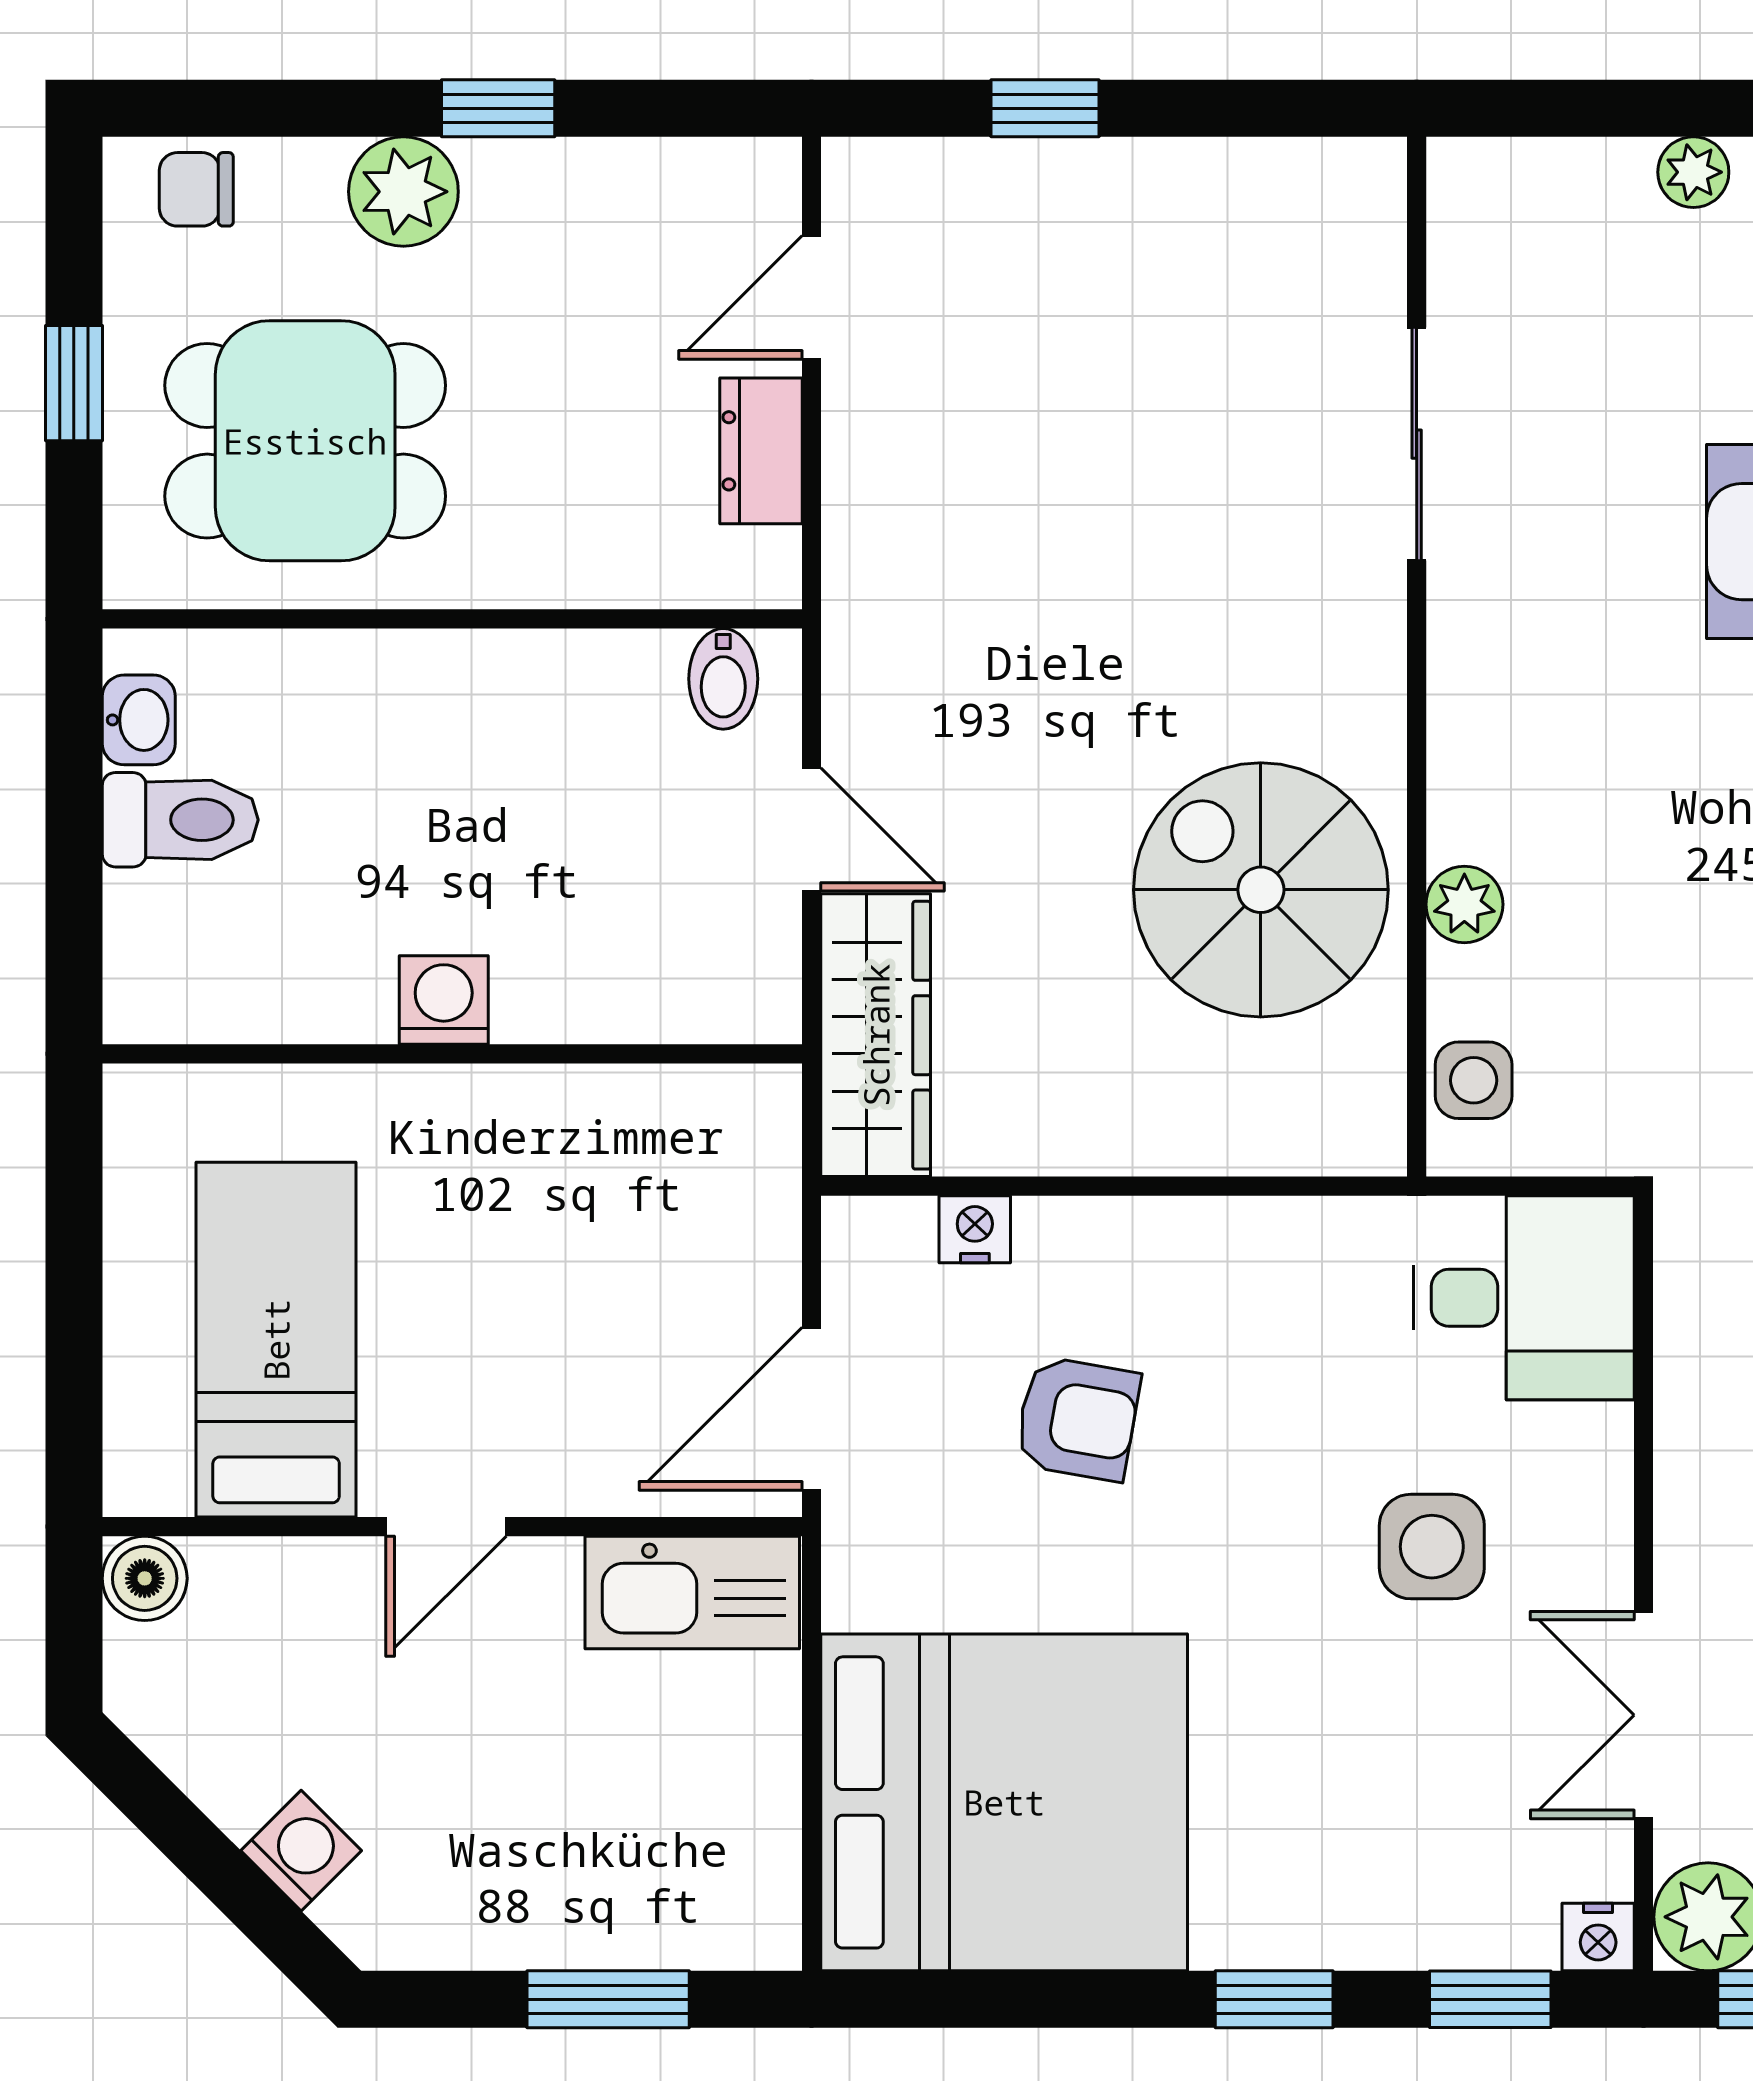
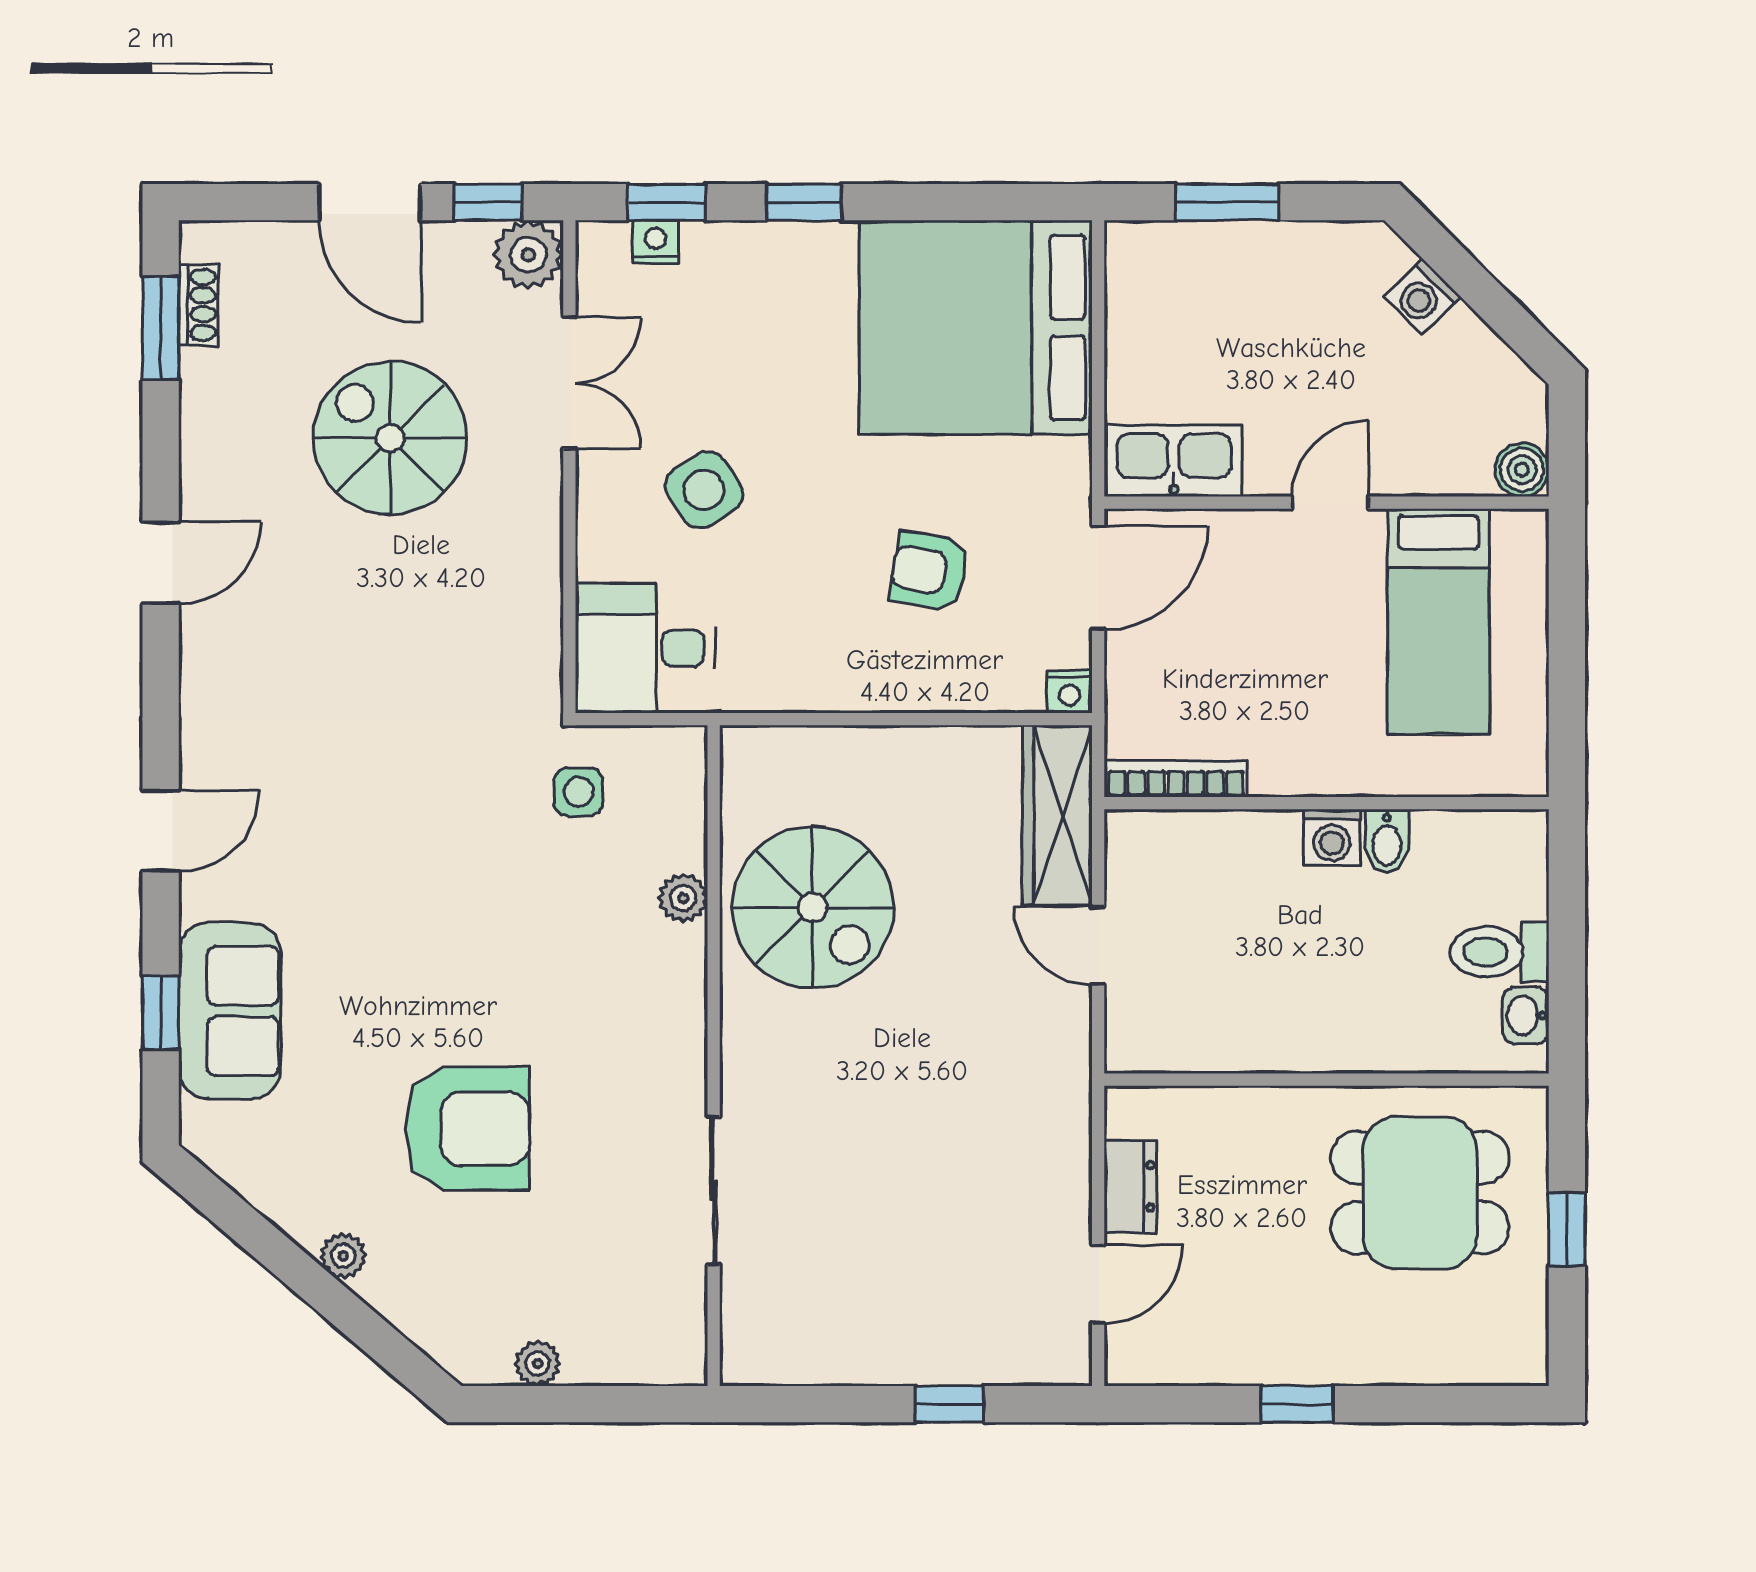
chair: (196, 189) -> (1489, 1353), removed
plant: (403, 192) -> (1358, 1351), removed
bidet: (723, 679) -> (1387, 841), moved, turned 180
side table: (1474, 1080) -> (578, 792), moved
bookcase: (689, 1092) -> (1176, 779), added
nightstand: (975, 1229) -> (1070, 692), moved
side table: (1432, 1547) -> (704, 490), turned -33
nightstand: (1598, 1937) -> (656, 242), moved

